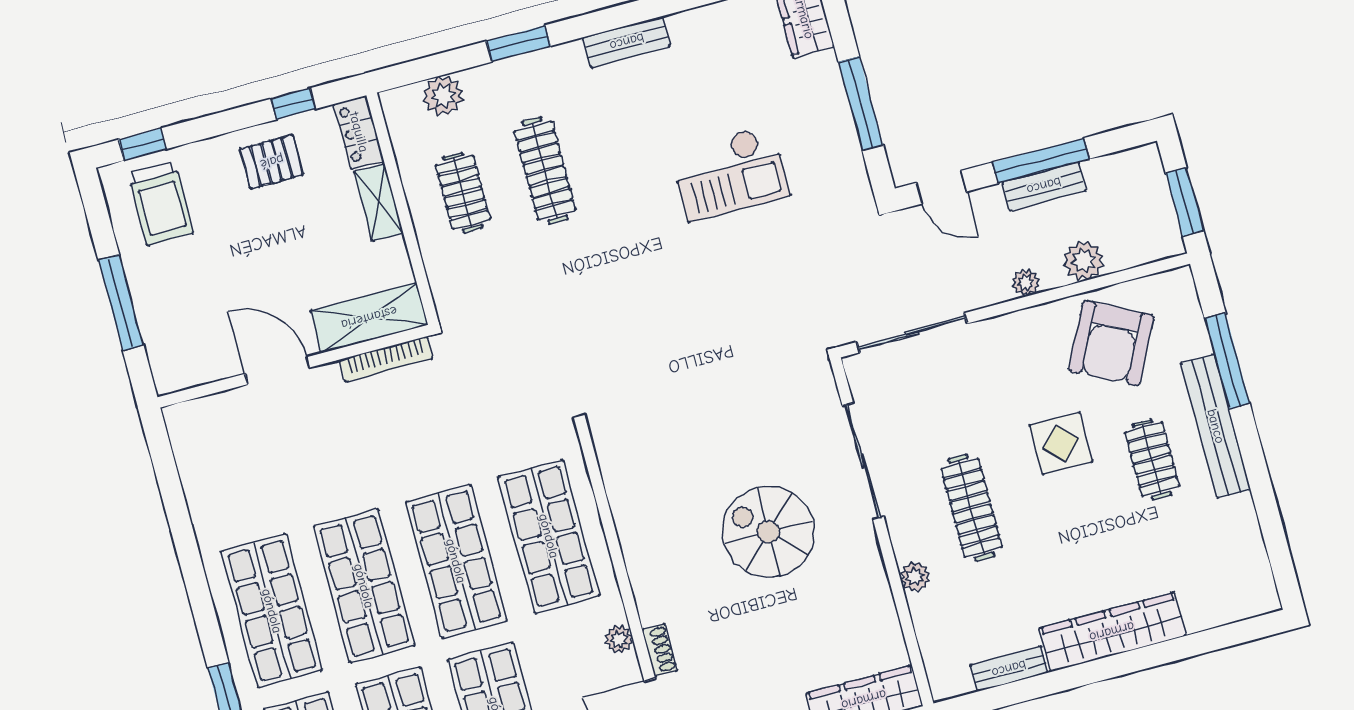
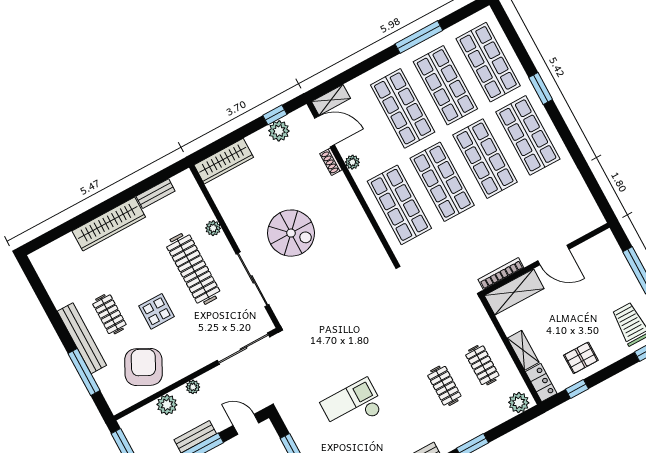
plant: (443, 96) -> (519, 403), moved
clothes rail: (545, 170) -> (444, 386), width x0.73
clothes rail: (971, 508) -> (193, 269), width x1.37, depth x1.31

